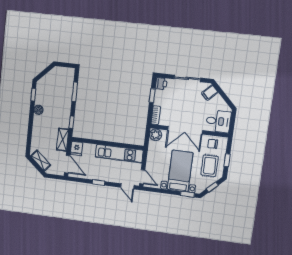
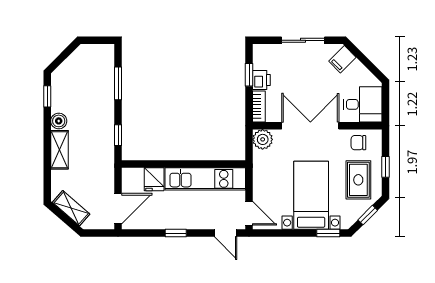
printer: (161, 84) -> (261, 80), moved
double door: (185, 130) -> (310, 126), swing flipped
shelving: (63, 140) -> (60, 150), moved
fridge: (77, 148) -> (154, 179), moved
door: (67, 164) -> (118, 209), hinge flipped

